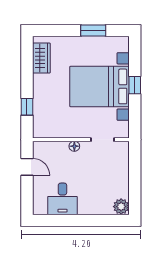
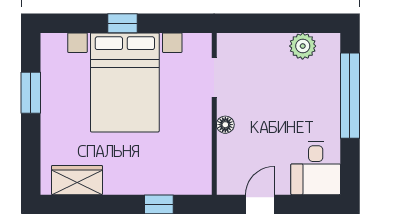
desk: (62, 199) -> (316, 168), moved, turned 90
plant: (121, 207) -> (303, 46), moved
window: (92, 220) -> (350, 96), added

